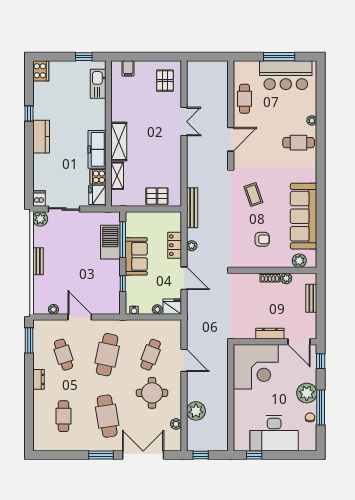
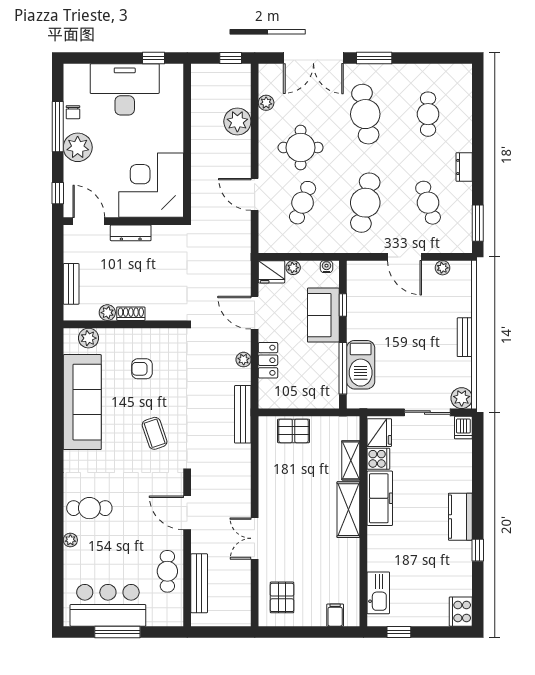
bench: (222, 90) -> (199, 583), added
door: (231, 139) -> (187, 513), hinge flipped
sofa: (136, 256) -> (323, 315), moved

